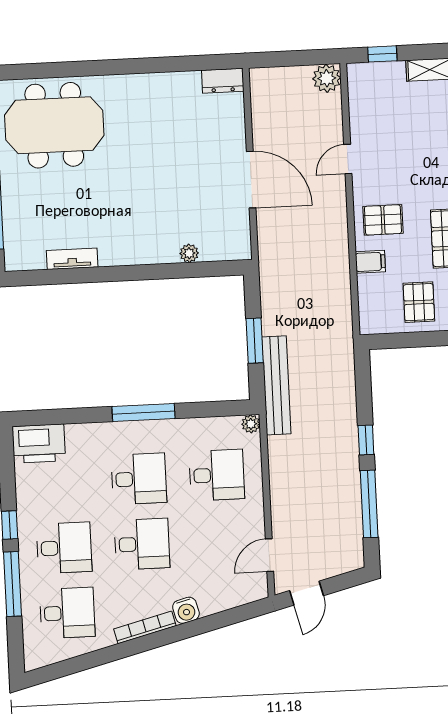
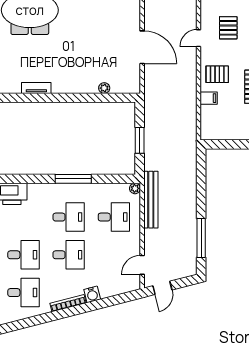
pallet: (419, 302) -> (228, 28), moved
bench: (276, 385) -> (151, 200), moved
window: (366, 440) -> (201, 201), removed

